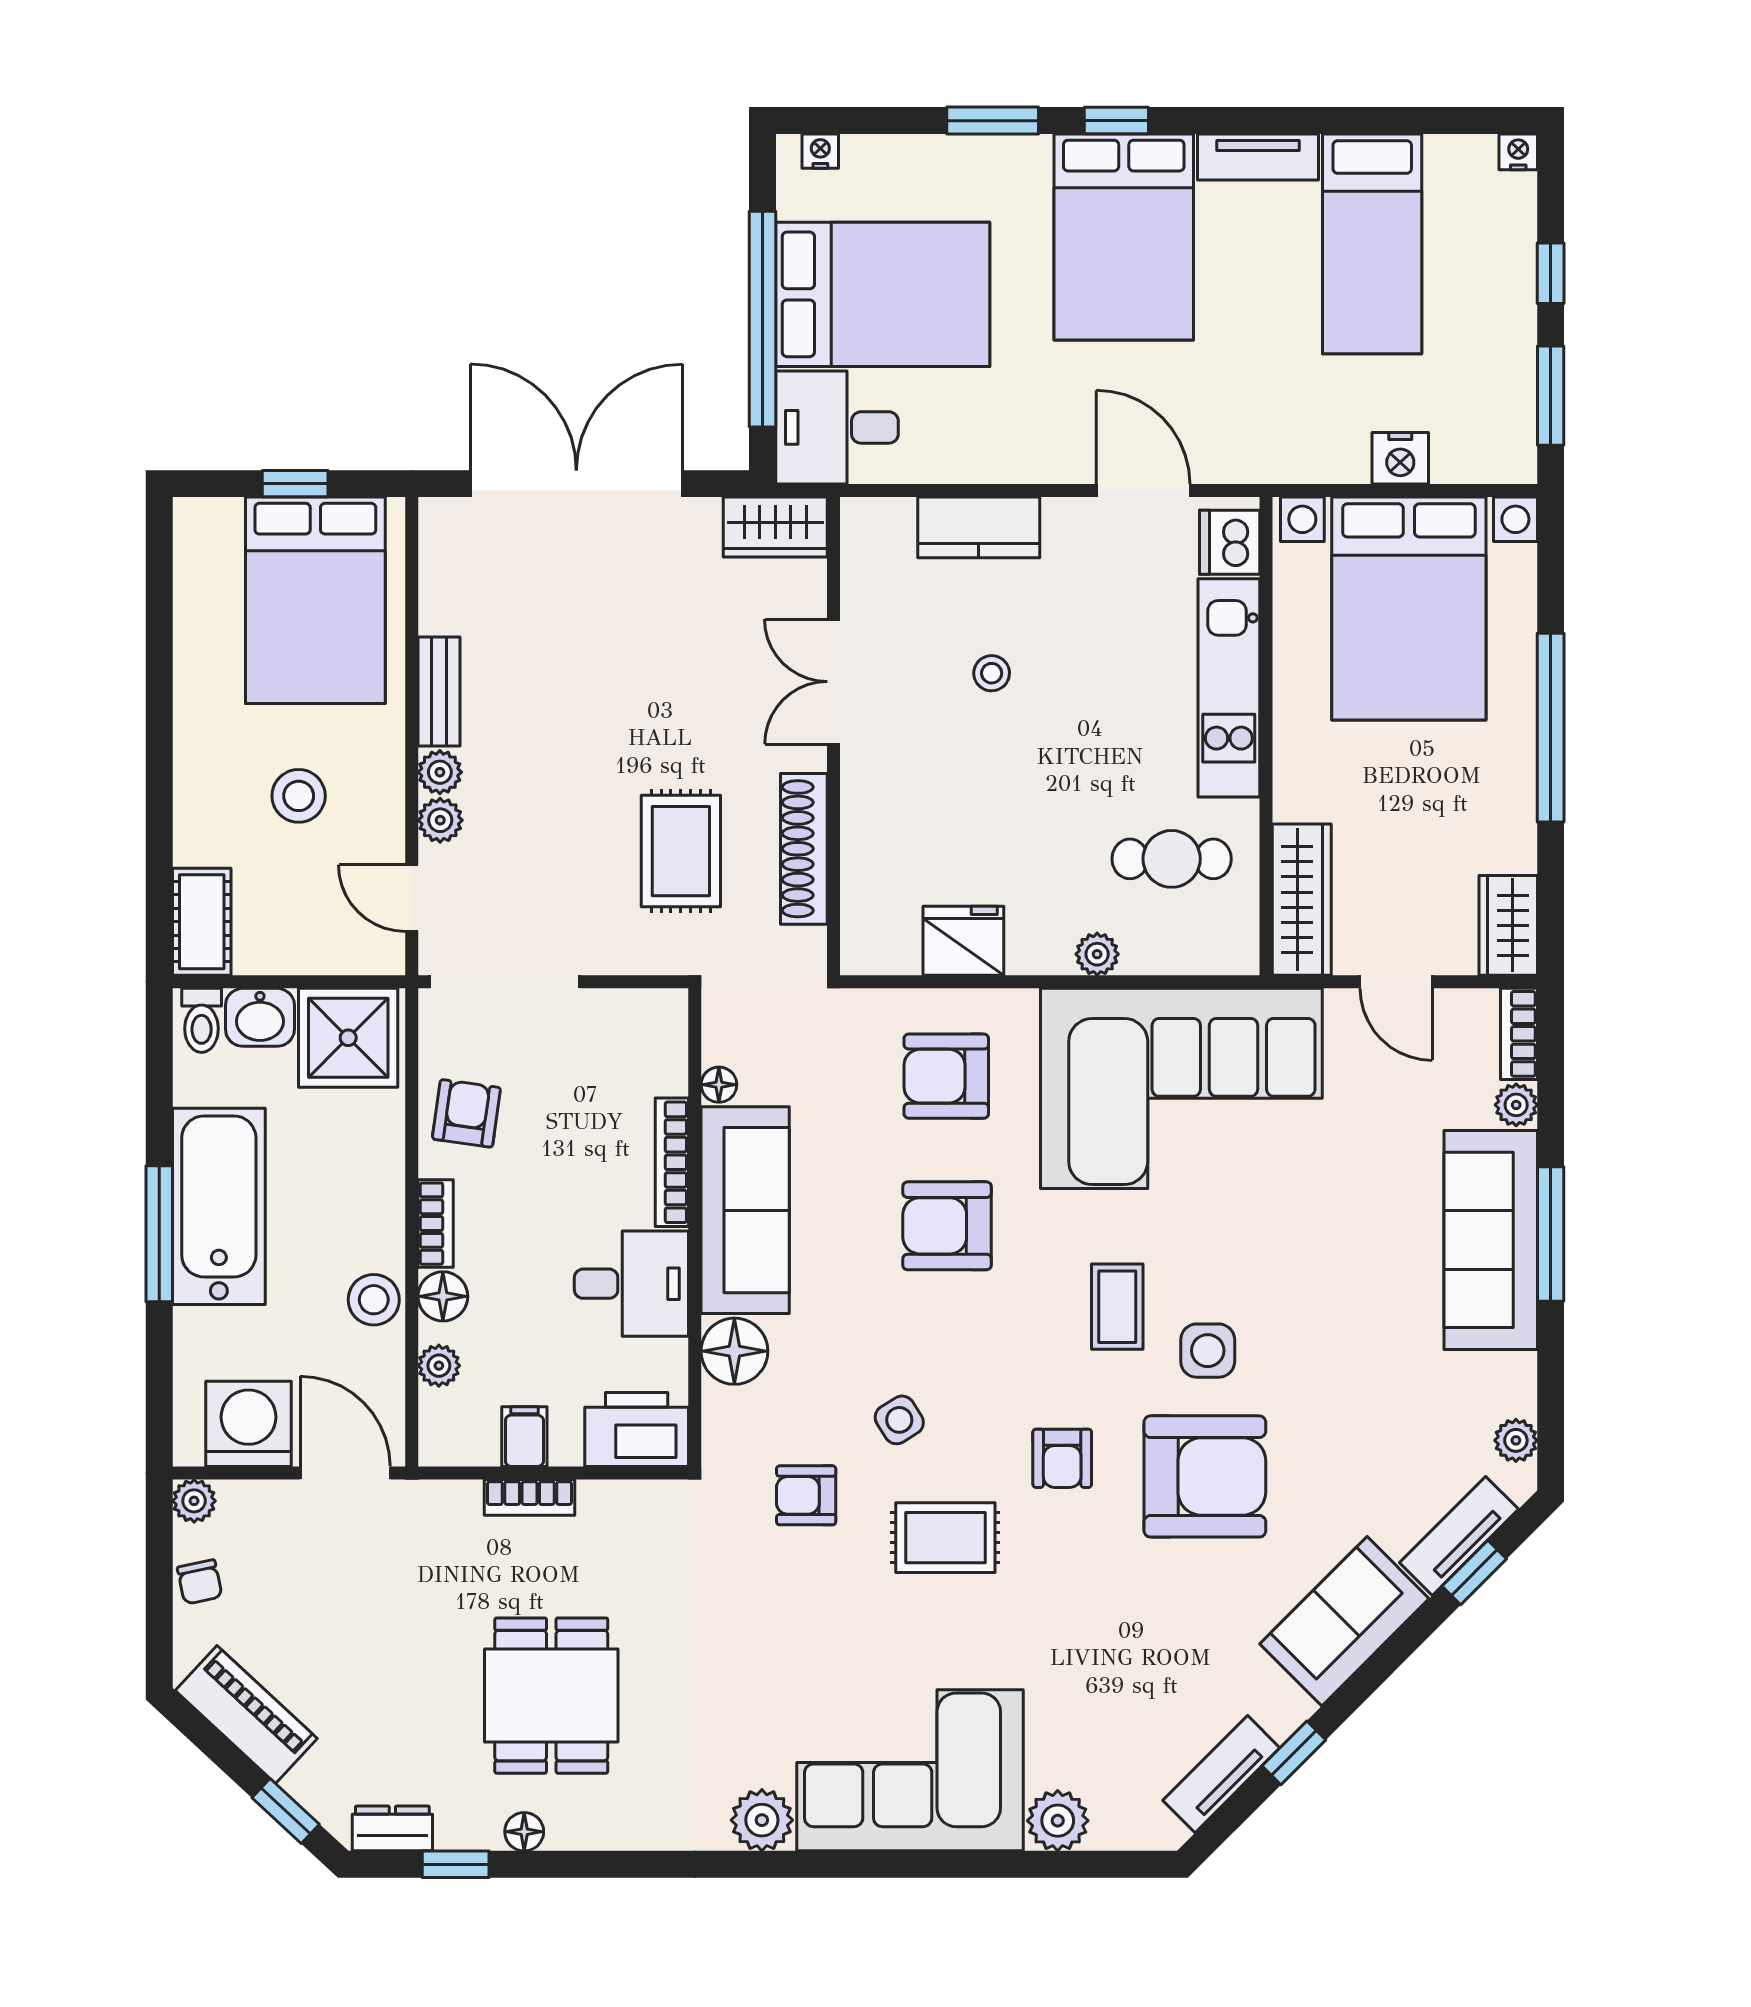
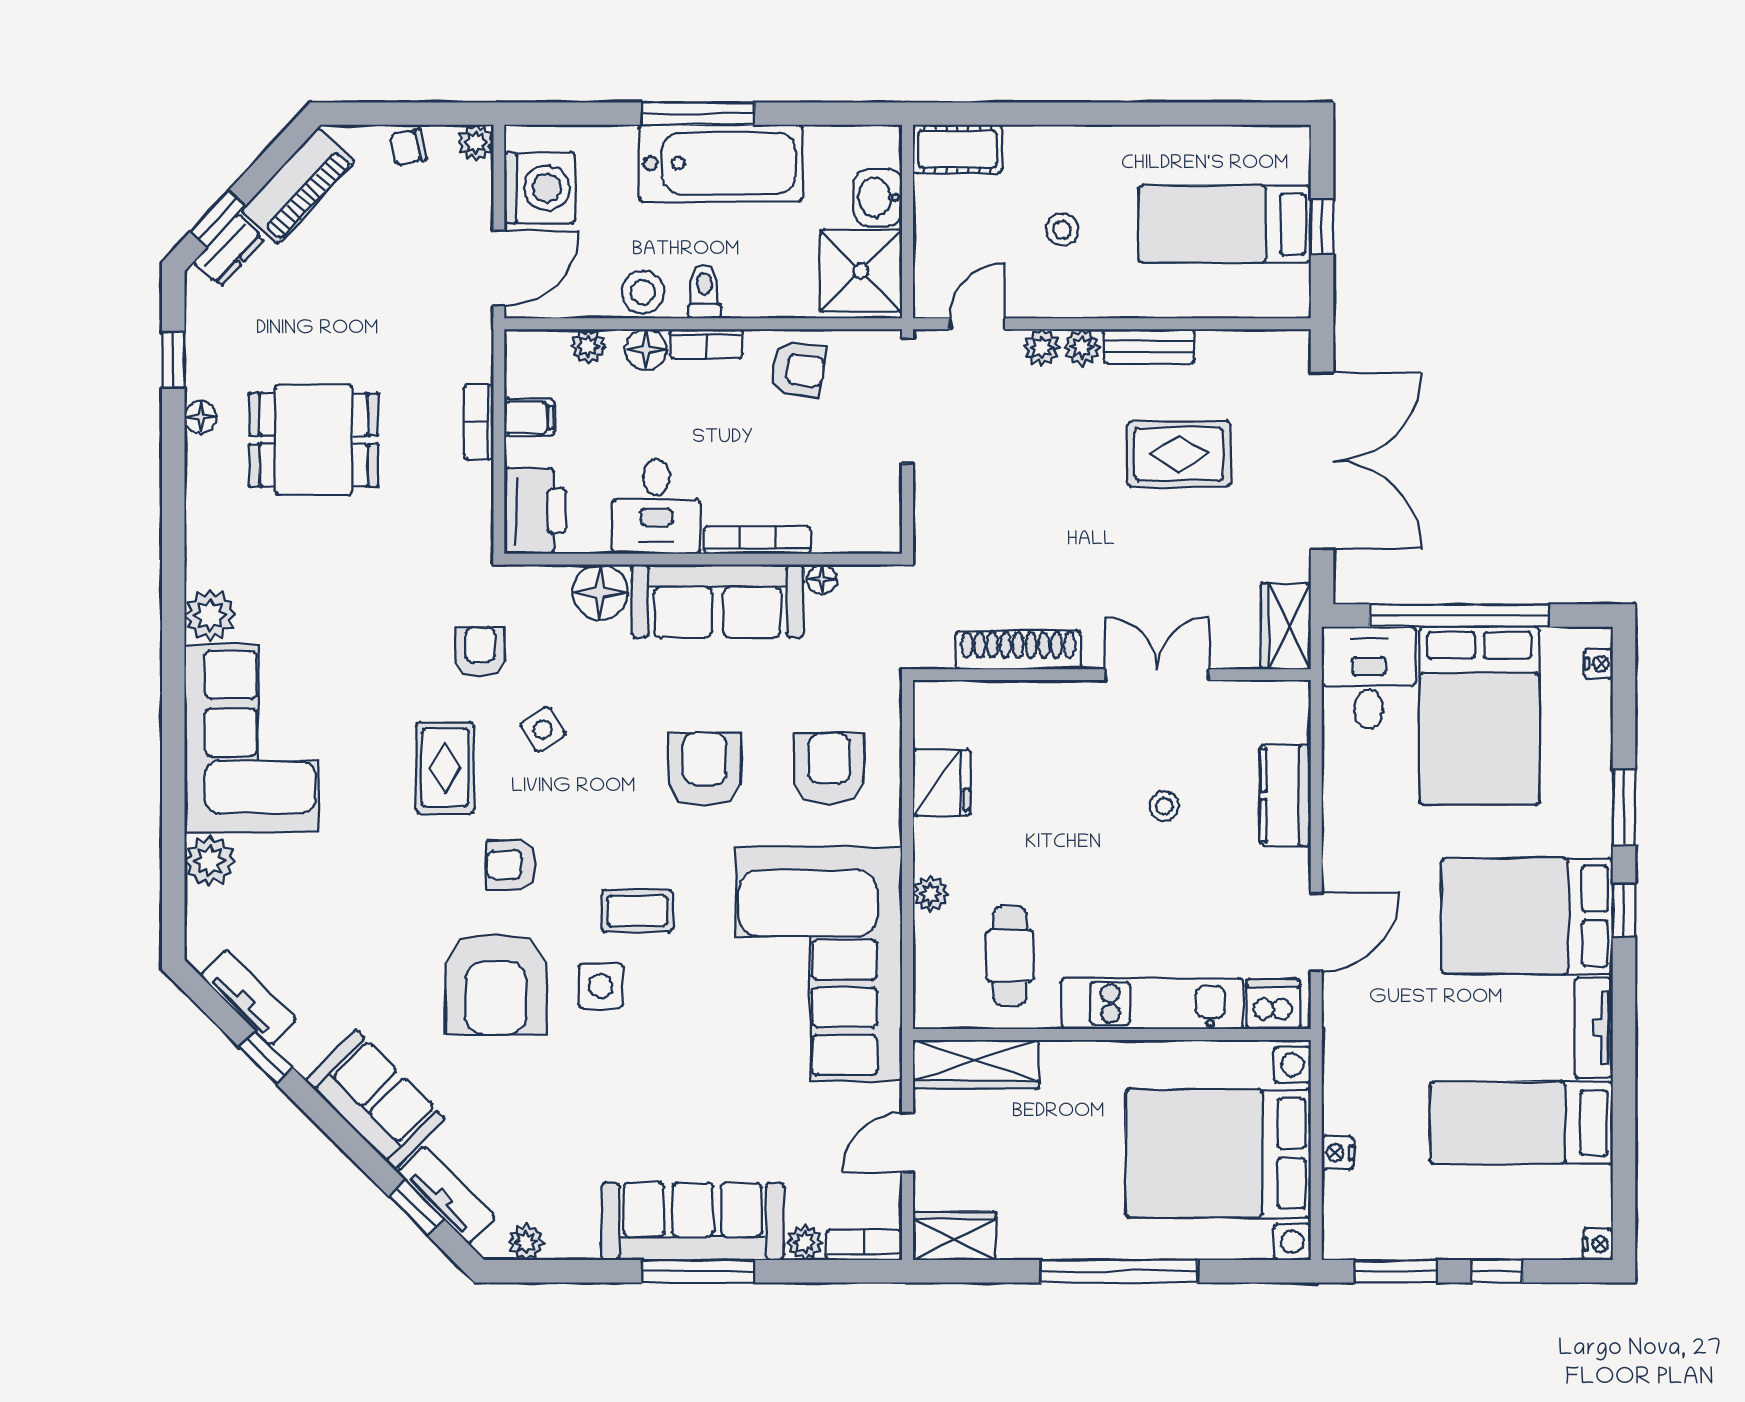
nightstand: (1400, 458) -> (1337, 1153), width x0.72, depth x0.74
bed: (315, 600) -> (1225, 224), width x0.67
stool: (299, 796) -> (1062, 230), width x0.73, depth x0.73
rug: (681, 851) -> (1179, 454), moved
toilet: (202, 1020) -> (704, 292), moved, turned 90
dresser: (392, 1828) -> (229, 250), moved, turned 43

